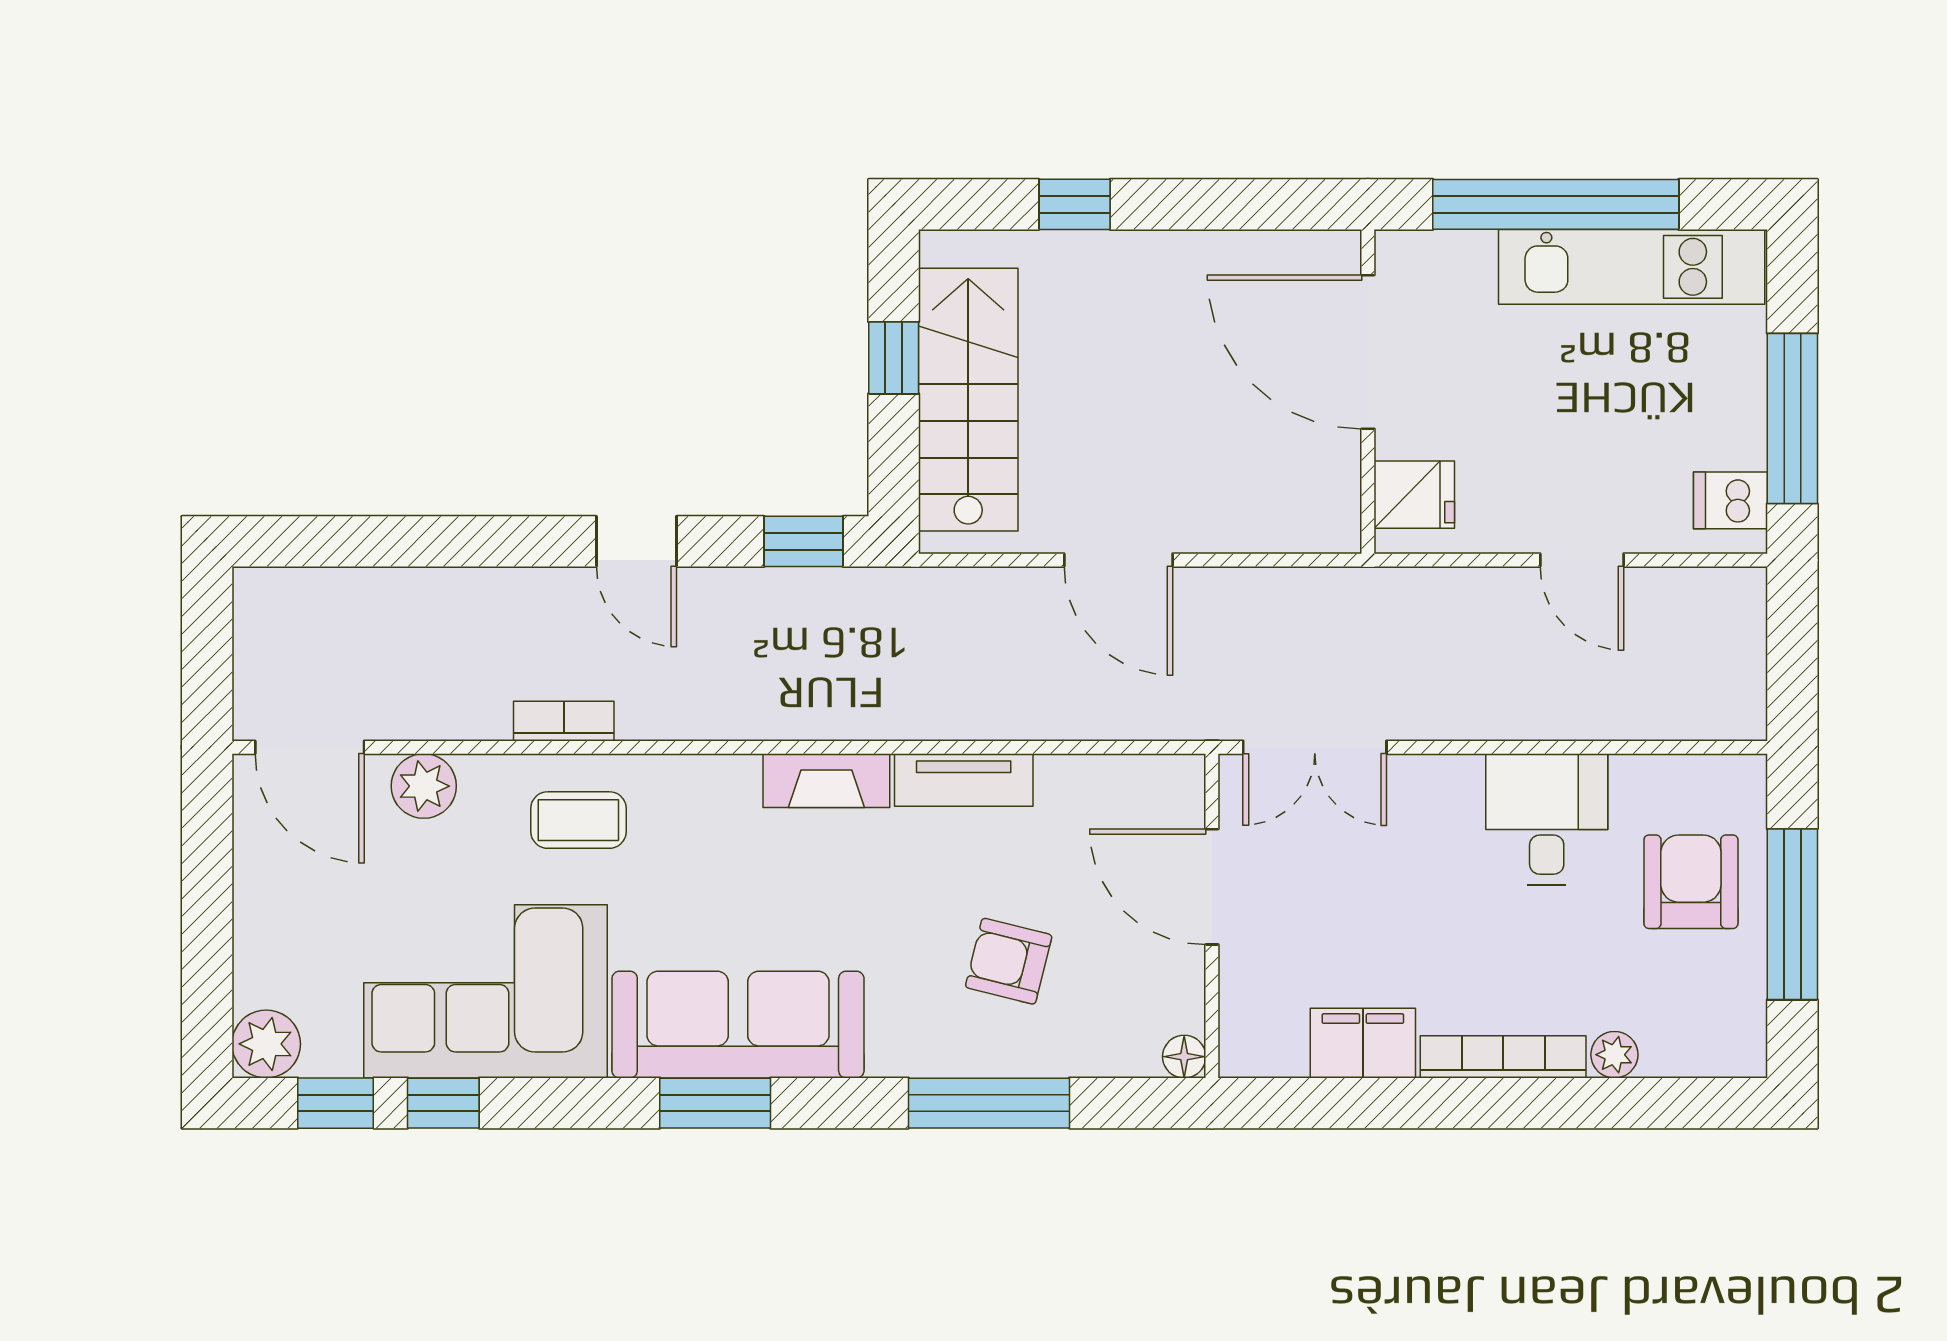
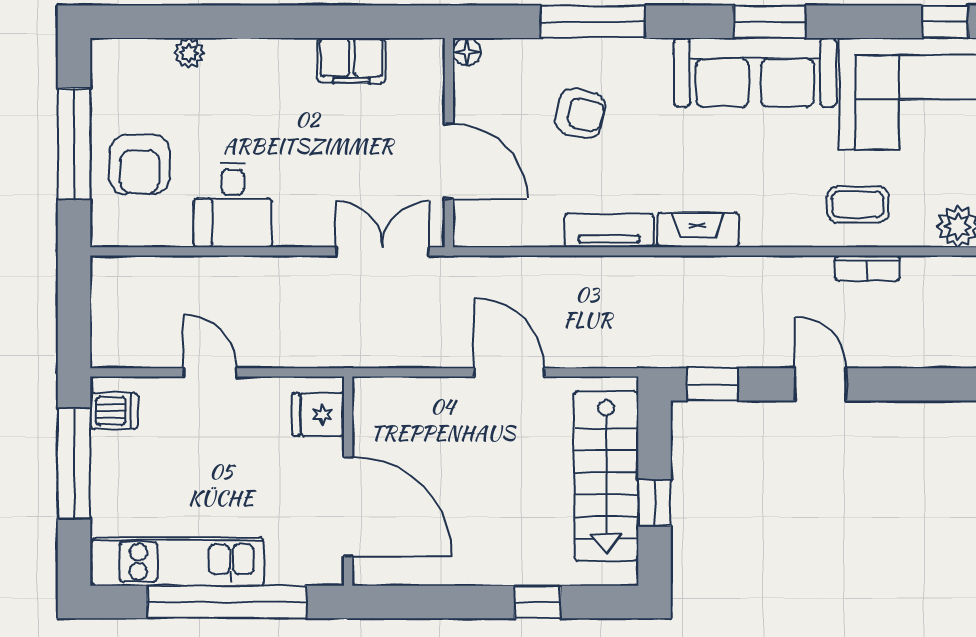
bookcase: (1503, 1057) -> (261, 51), removed

